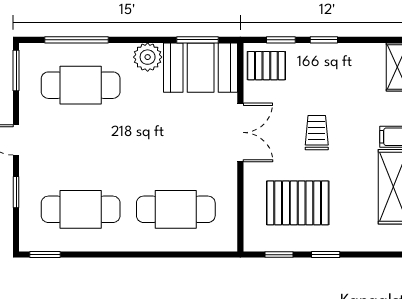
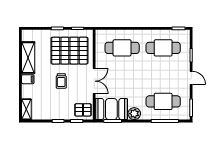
double door: (240, 132) -> (94, 81), swing flipped
pallet: (298, 203) -> (69, 51), width x1.37, depth x1.41

